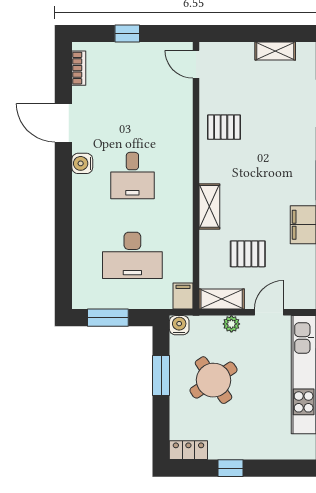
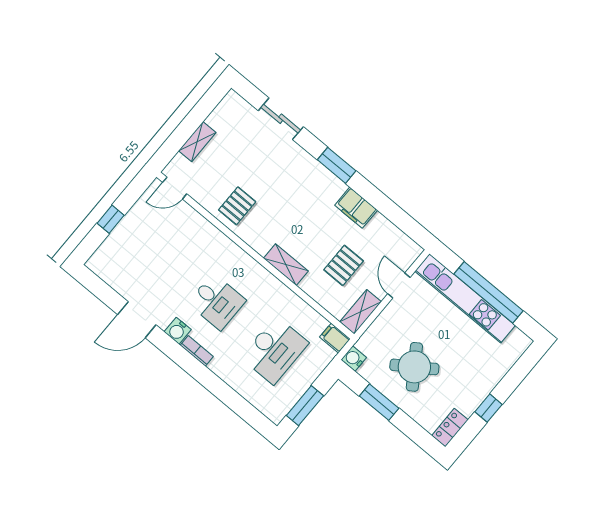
shelving: (275, 51) -> (197, 142), moved
bookcase: (79, 68) -> (197, 351), moved
plant: (231, 324) -> (384, 320), removed

